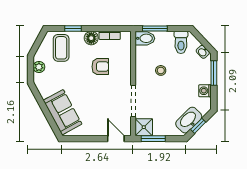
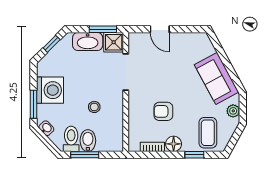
window: (155, 28) -> (85, 155), moved
bidet: (145, 38) -> (88, 141), moved, turned 90
washing machine: (205, 91) -> (50, 90), width x1.89, depth x1.89
sofa: (63, 112) -> (217, 78), moved
washbasin: (189, 120) -> (88, 42), moved, turned 45
door: (116, 139) -> (160, 29), moved

